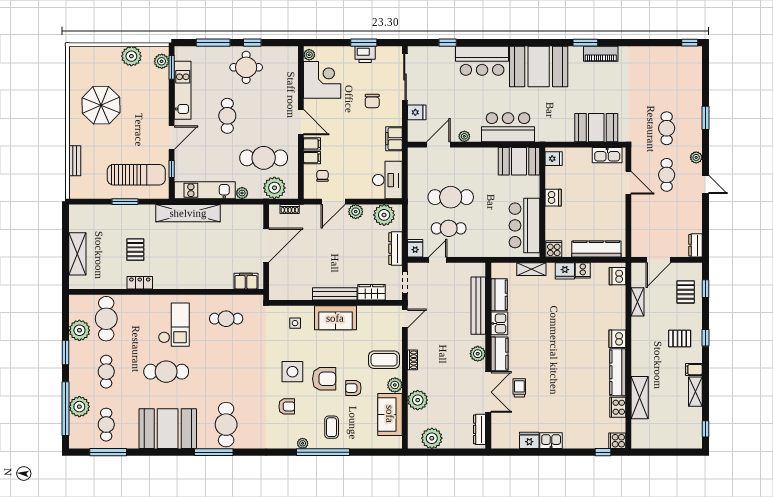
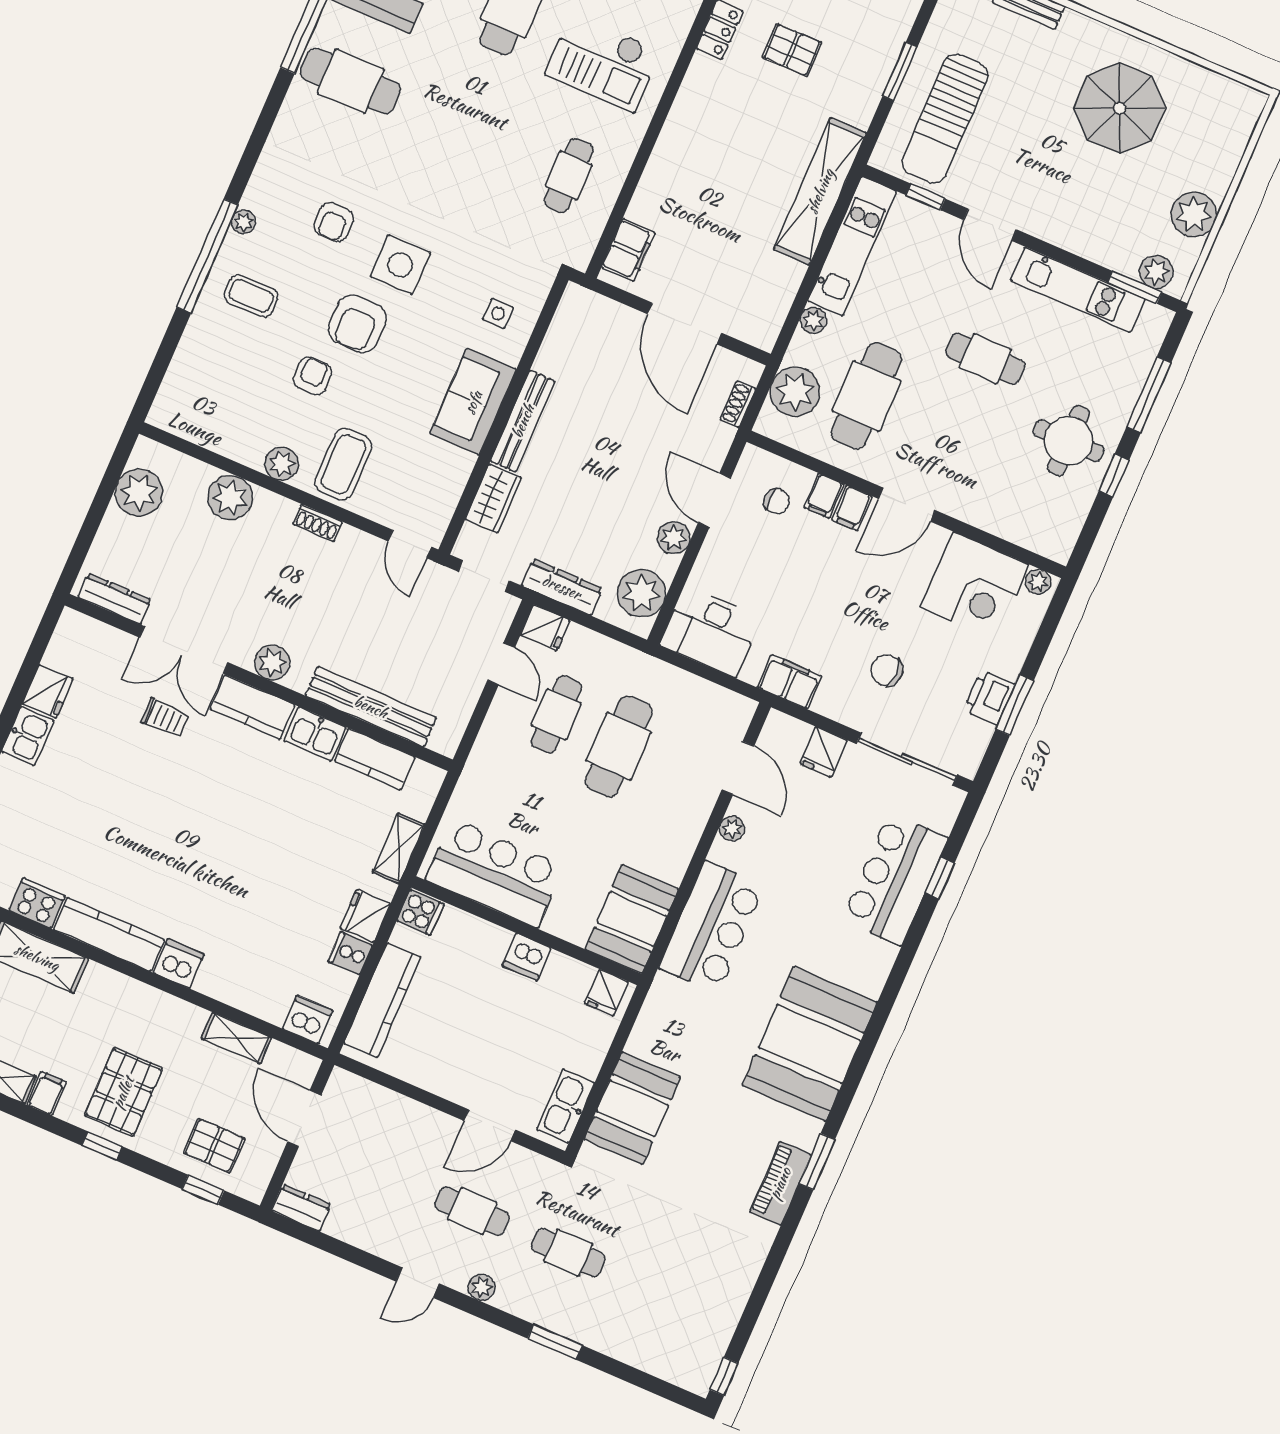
bar counter: (482, 61) -> (895, 879), moved
pallet: (680, 339) -> (123, 1092), width x1.50, depth x1.42
sofa: (390, 414) -> (225, 428), removed

